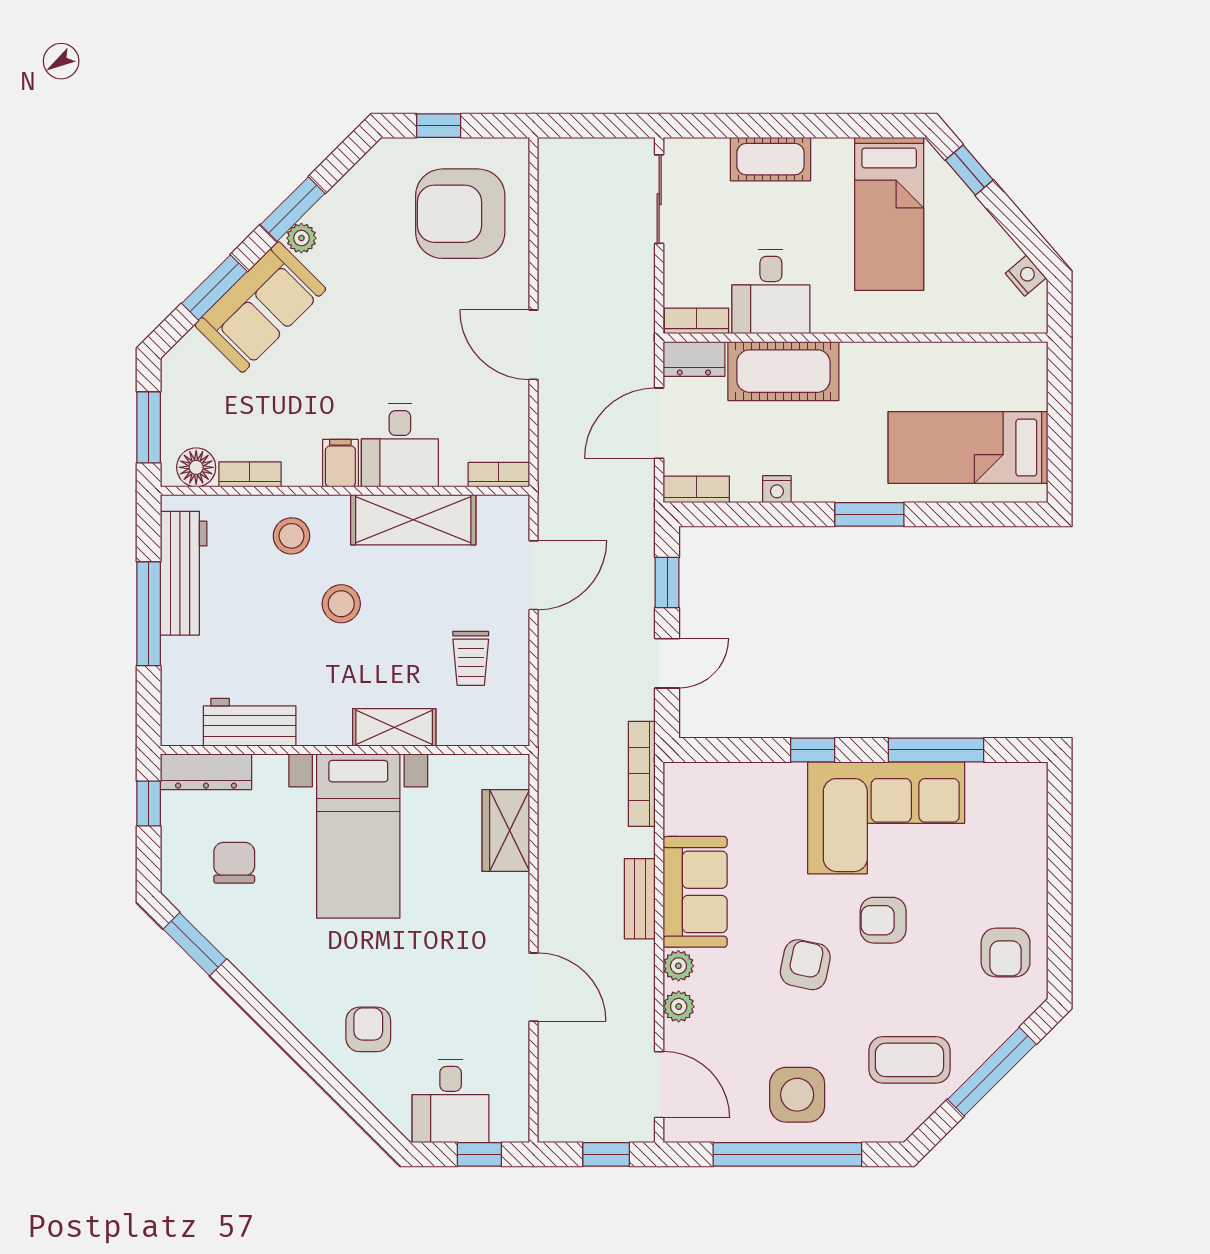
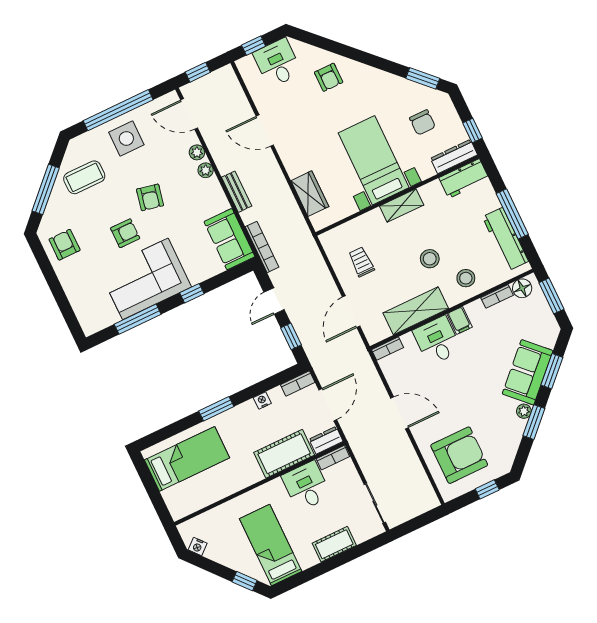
workbench: (250, 722) -> (464, 178), moved
shelving: (394, 727) -> (402, 205), moved
sofa: (695, 892) -> (229, 239), moved

